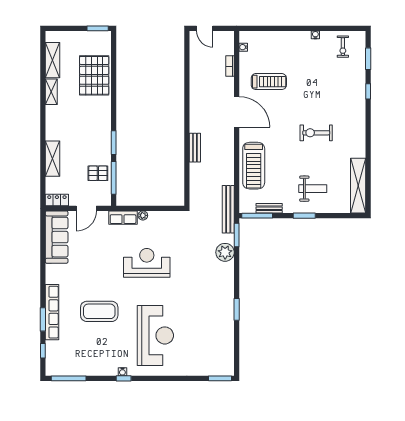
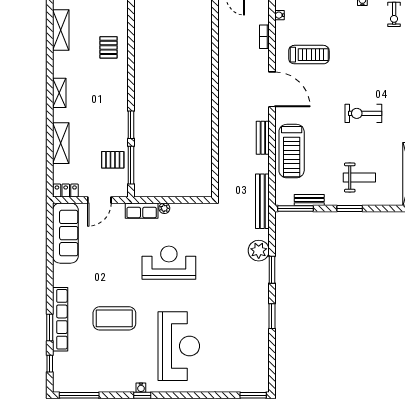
pallet: (94, 75) -> (109, 47), width x0.49, depth x0.50
shelving: (51, 92) -> (59, 93), moved
bench: (195, 148) -> (263, 138), moved
window: (237, 235) -> (272, 270), moved

